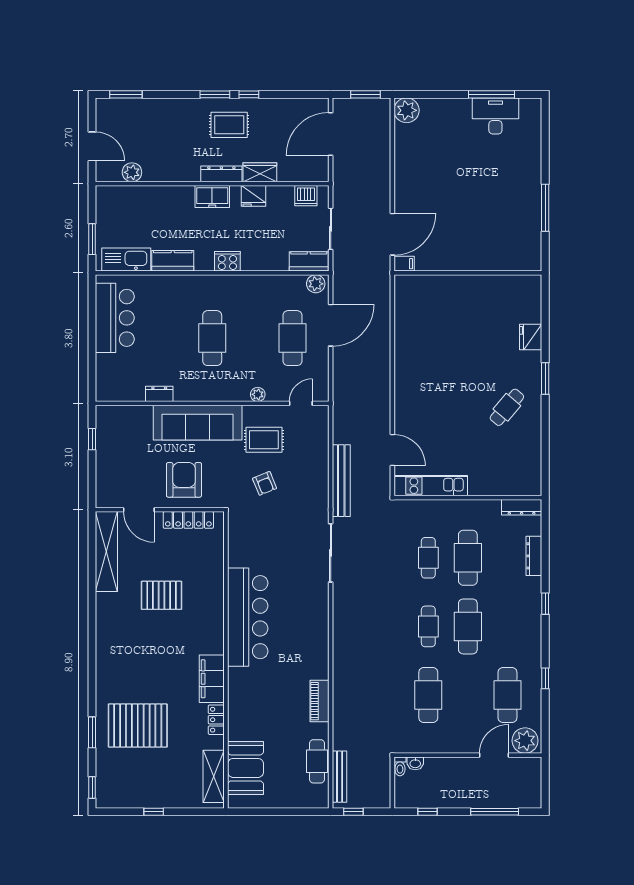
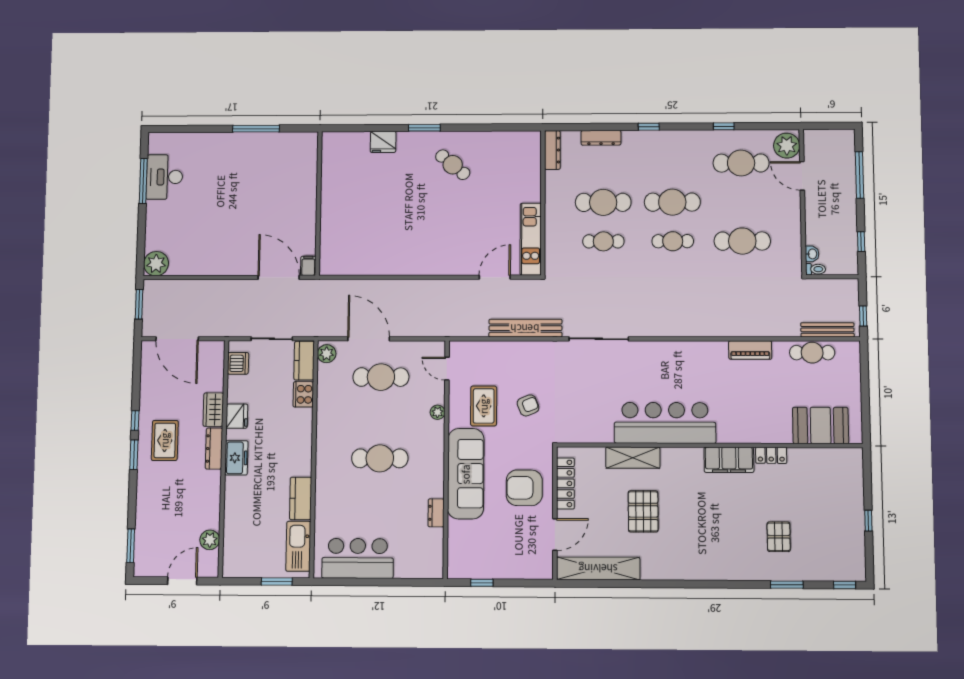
cooker: (227, 261) -> (303, 394), moved
pallet: (138, 726) -> (779, 537), width x0.49, depth x0.50
shelving: (214, 776) -> (633, 458), moved

